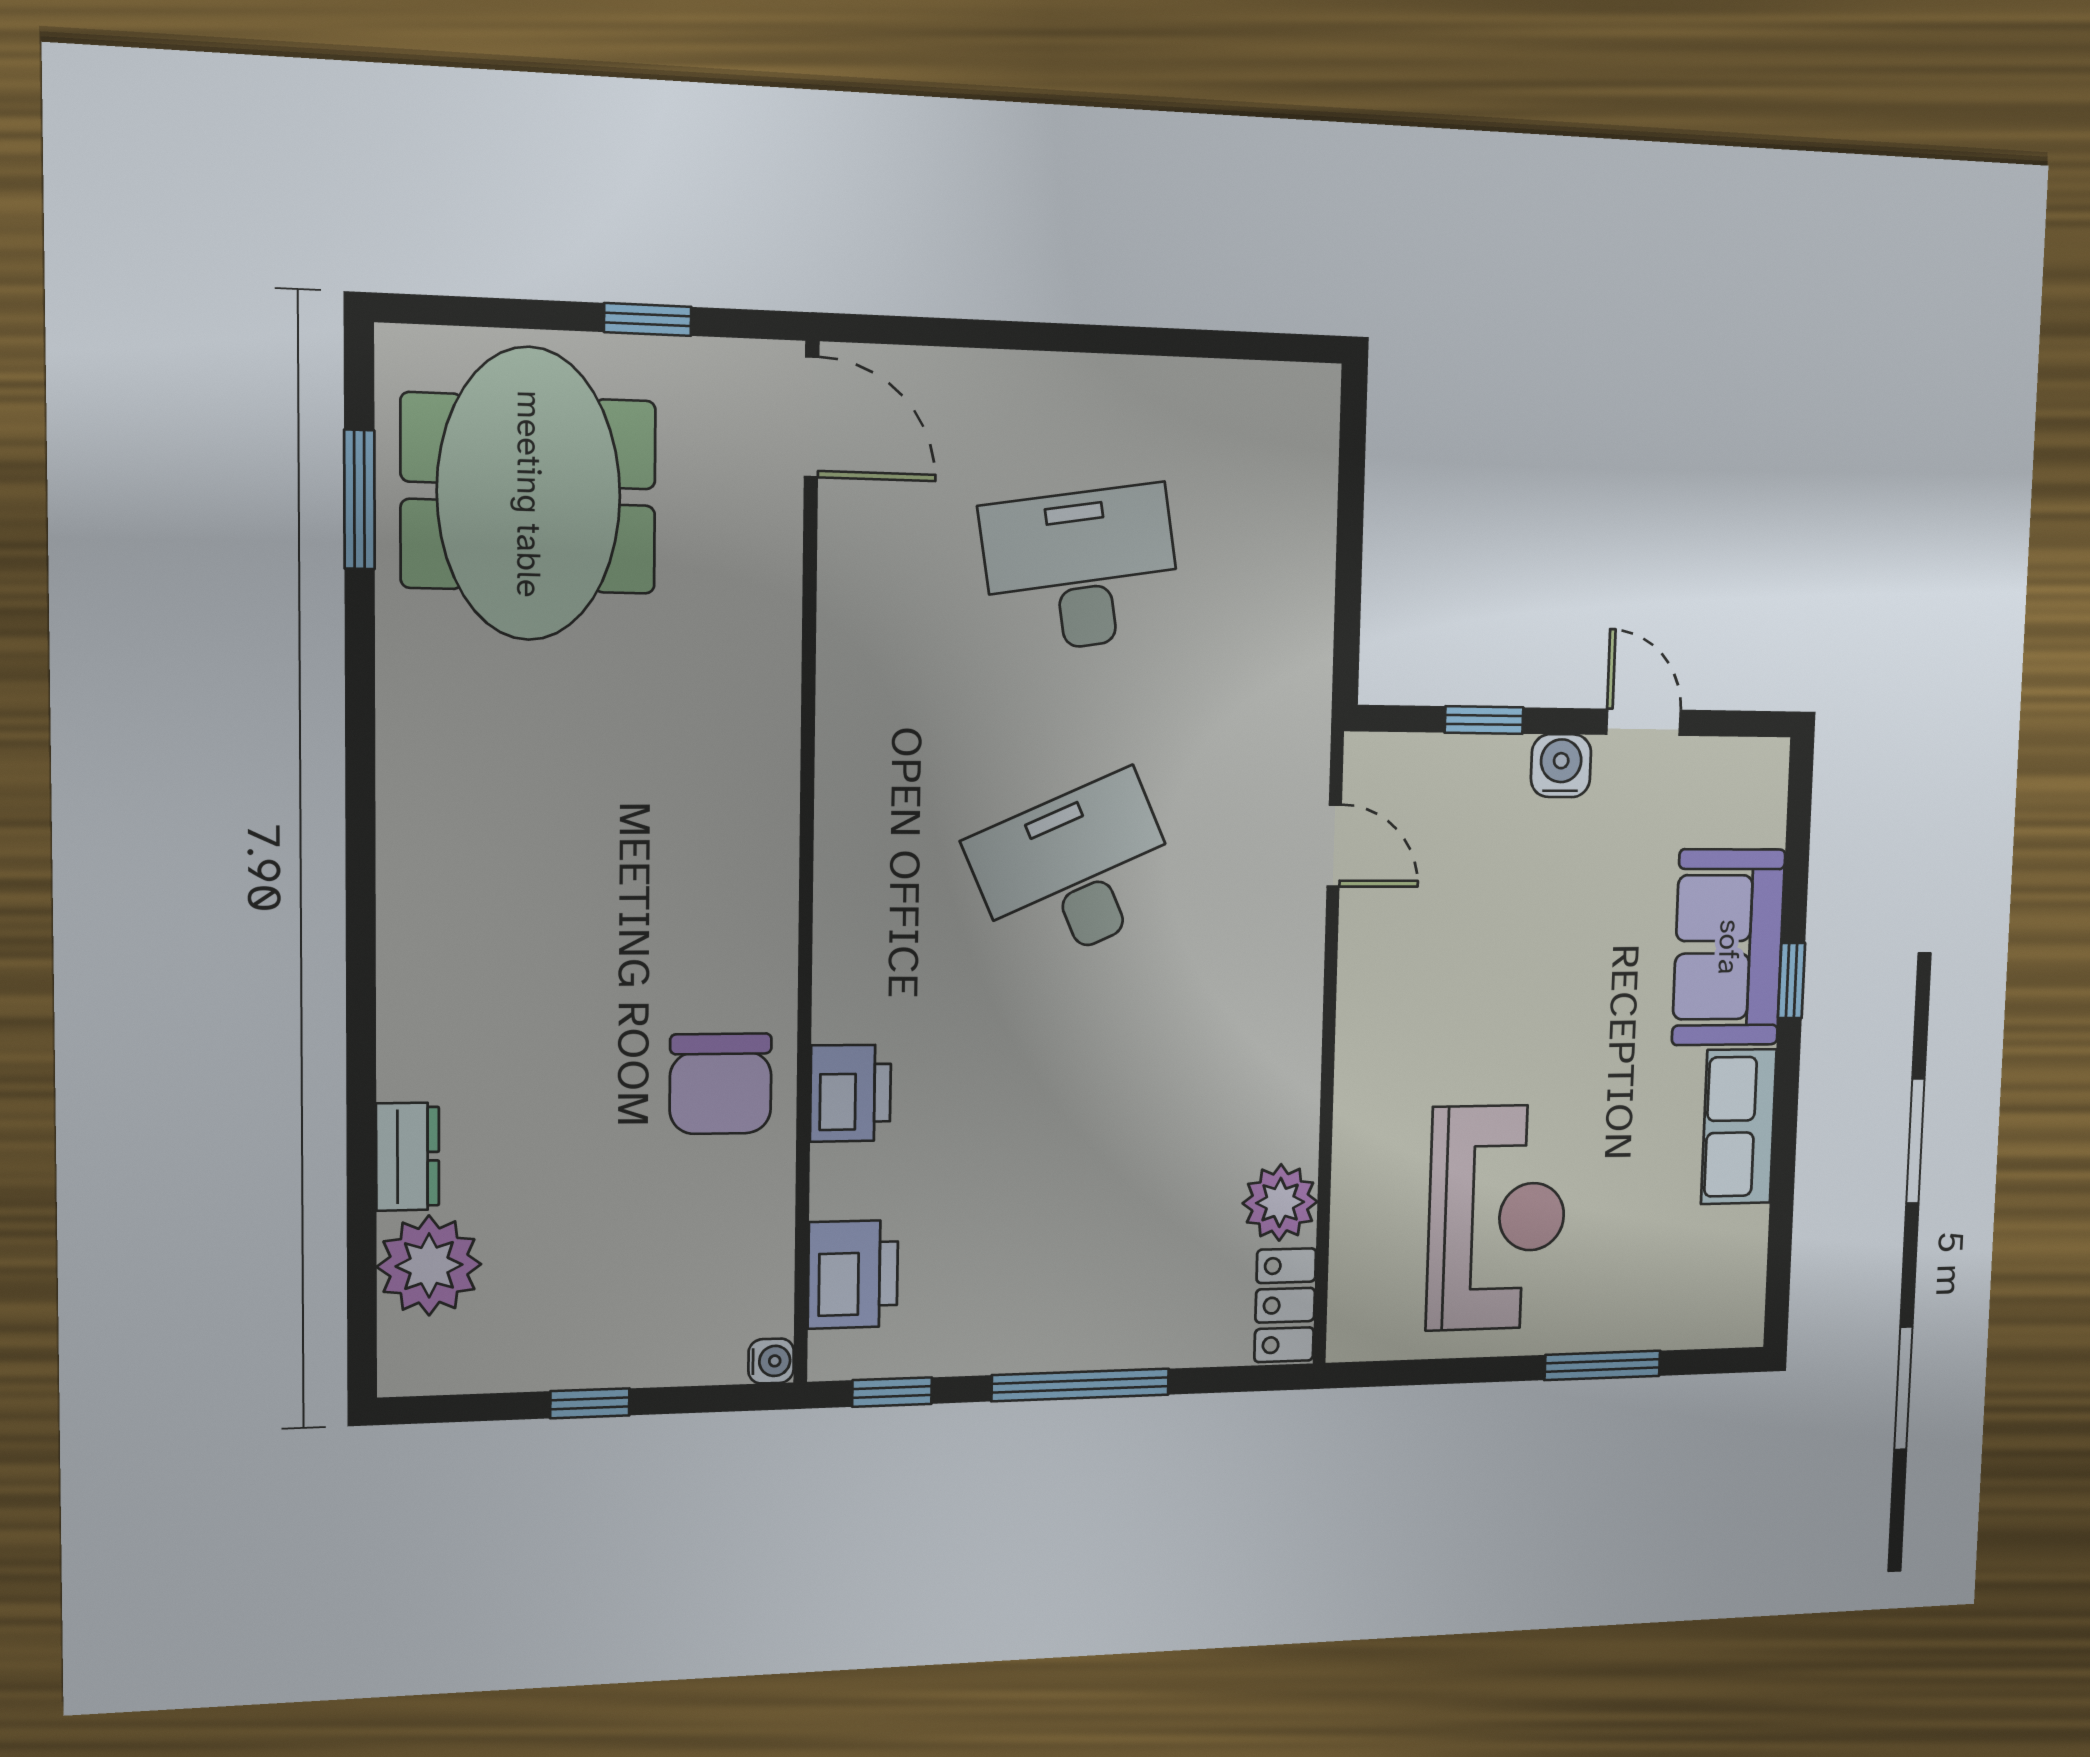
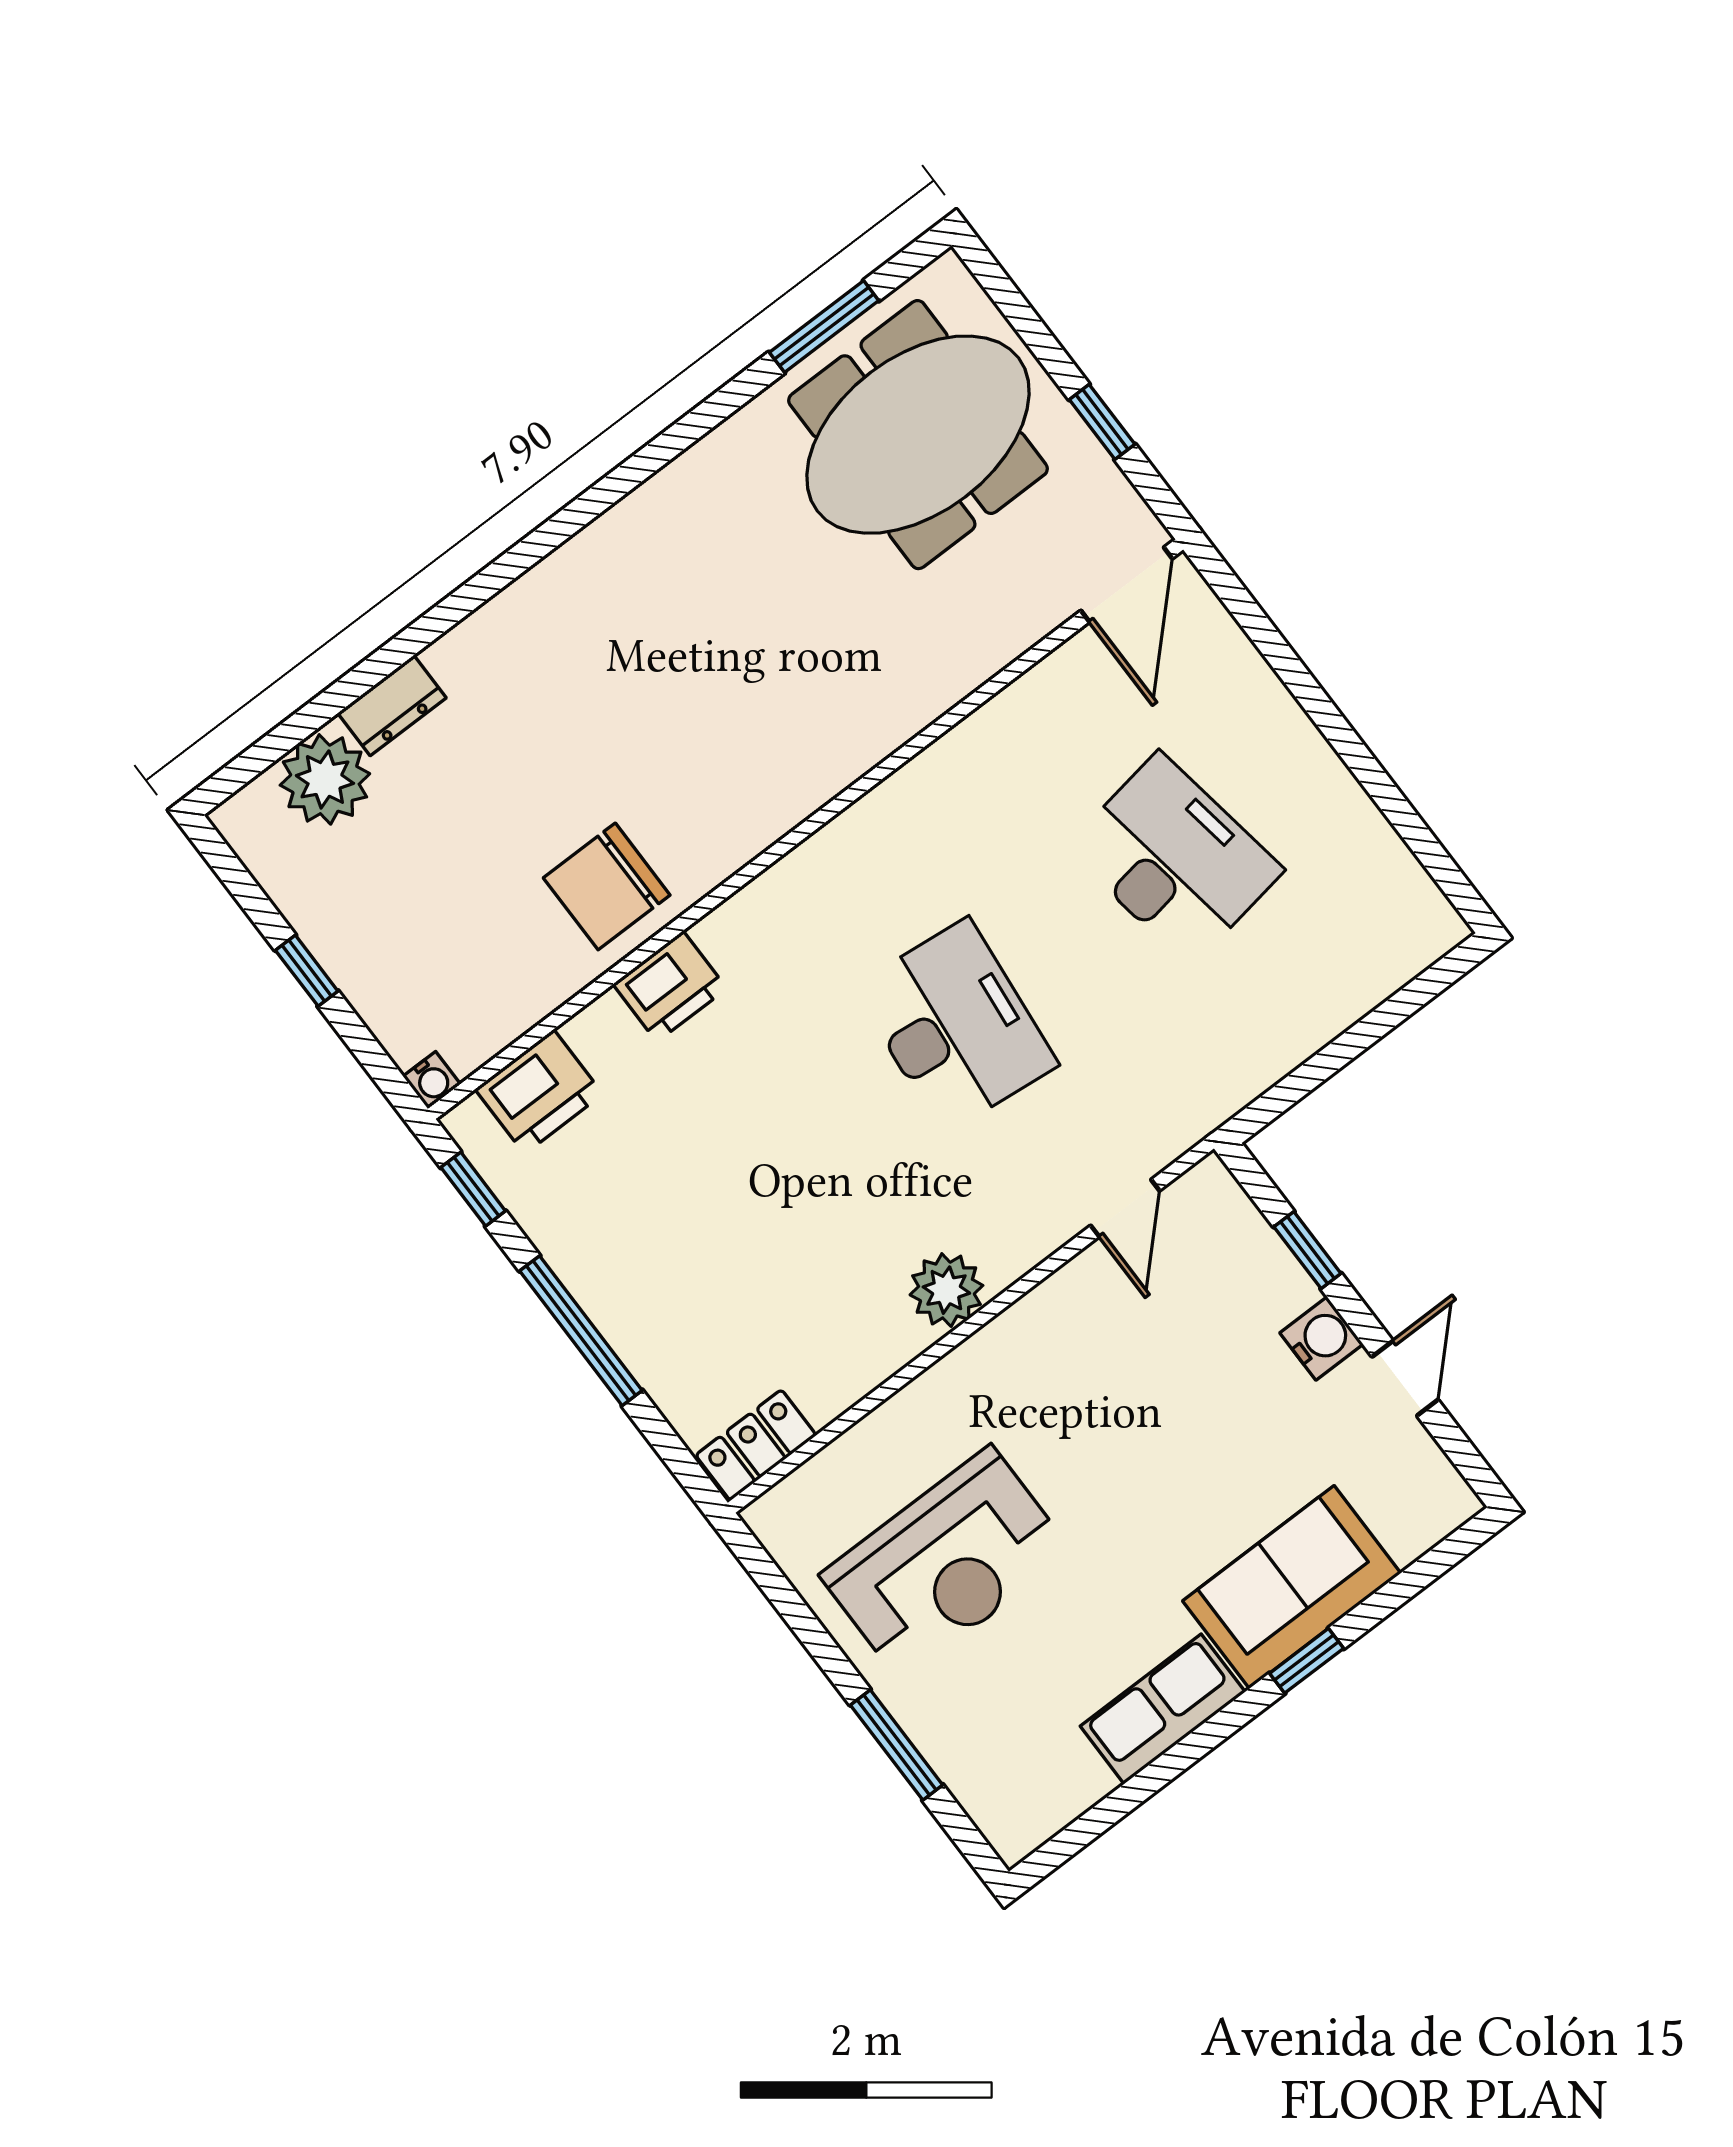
desk: (1075, 871) -> (956, 1026), turned 30
plant: (1280, 1202) -> (946, 1290), moved

